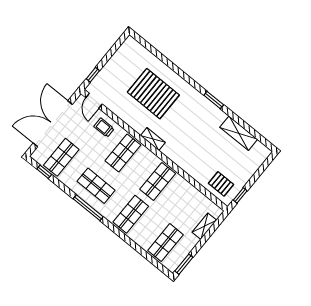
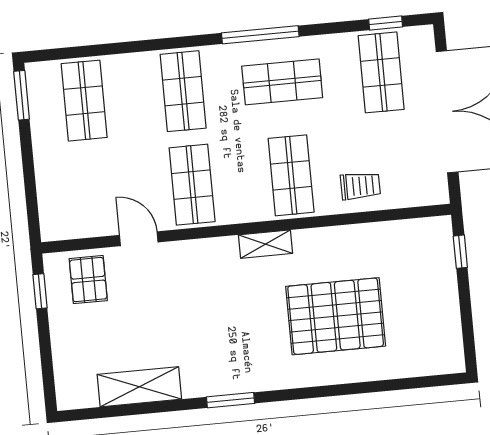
door: (94, 101) -> (139, 239), moved
pallet: (221, 184) -> (88, 280), turned 90
shelving: (204, 226) -> (48, 187), removed

